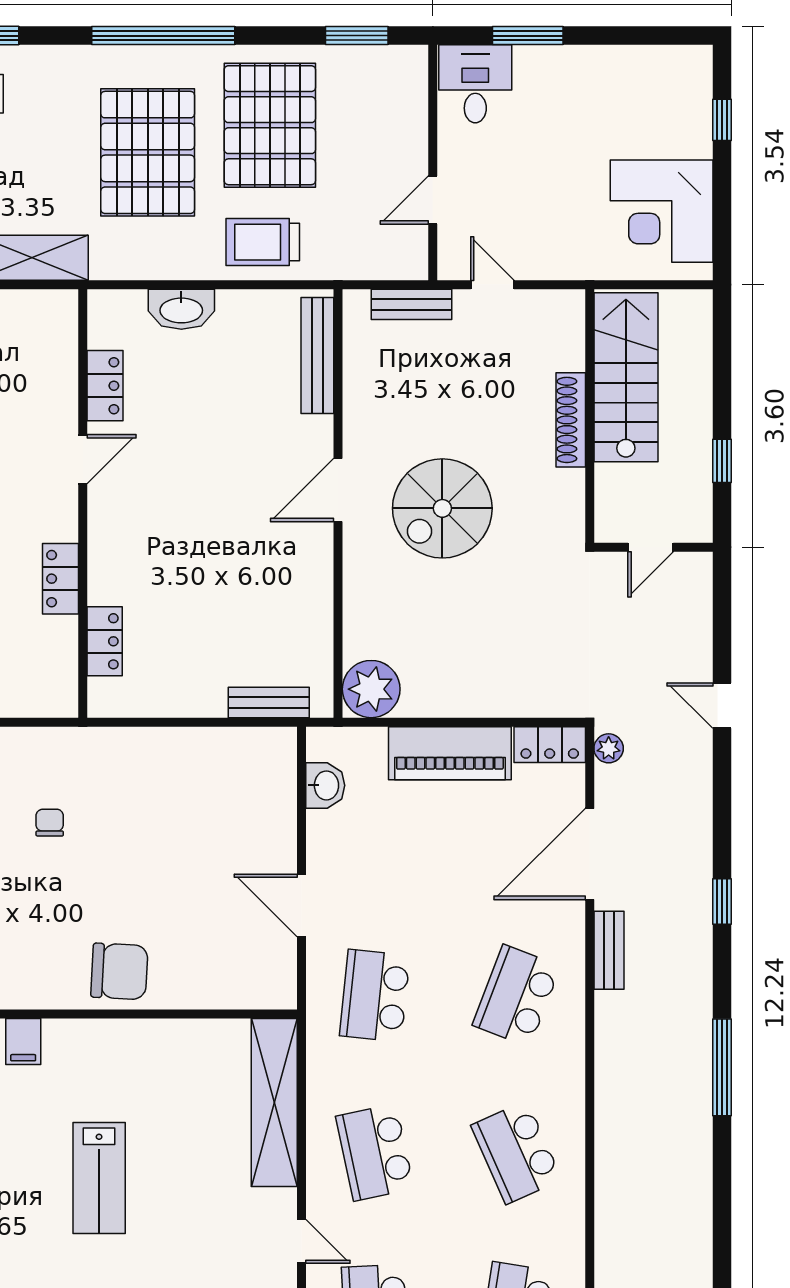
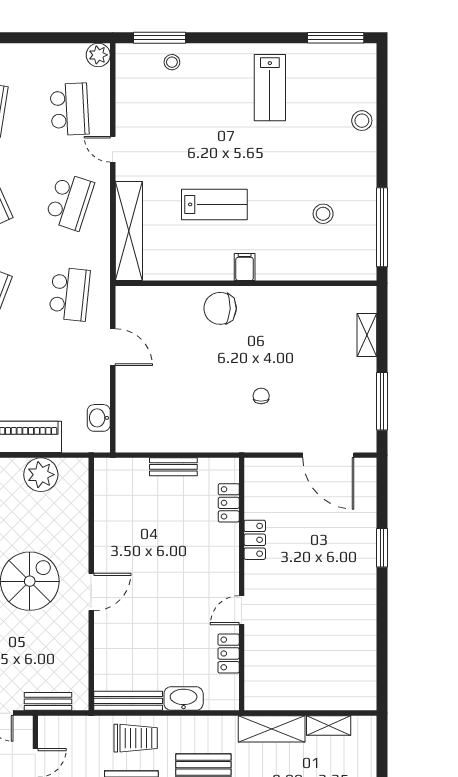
bench: (317, 356) -> (128, 701), moved, turned 90
plant: (371, 689) -> (41, 475), moved
bench: (269, 702) -> (173, 467), moved
chair: (50, 823) -> (261, 396), turned 180
filing cabinet: (23, 1041) -> (245, 267), moved
school desk: (375, 1152) -> (70, 202), turned 30
lab bench: (99, 1178) -> (214, 204), moved, turned 90

